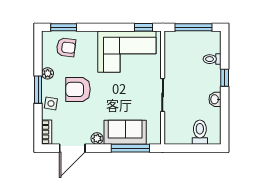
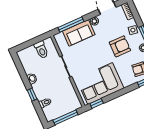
toilet: (200, 132) -> (41, 50), moved

